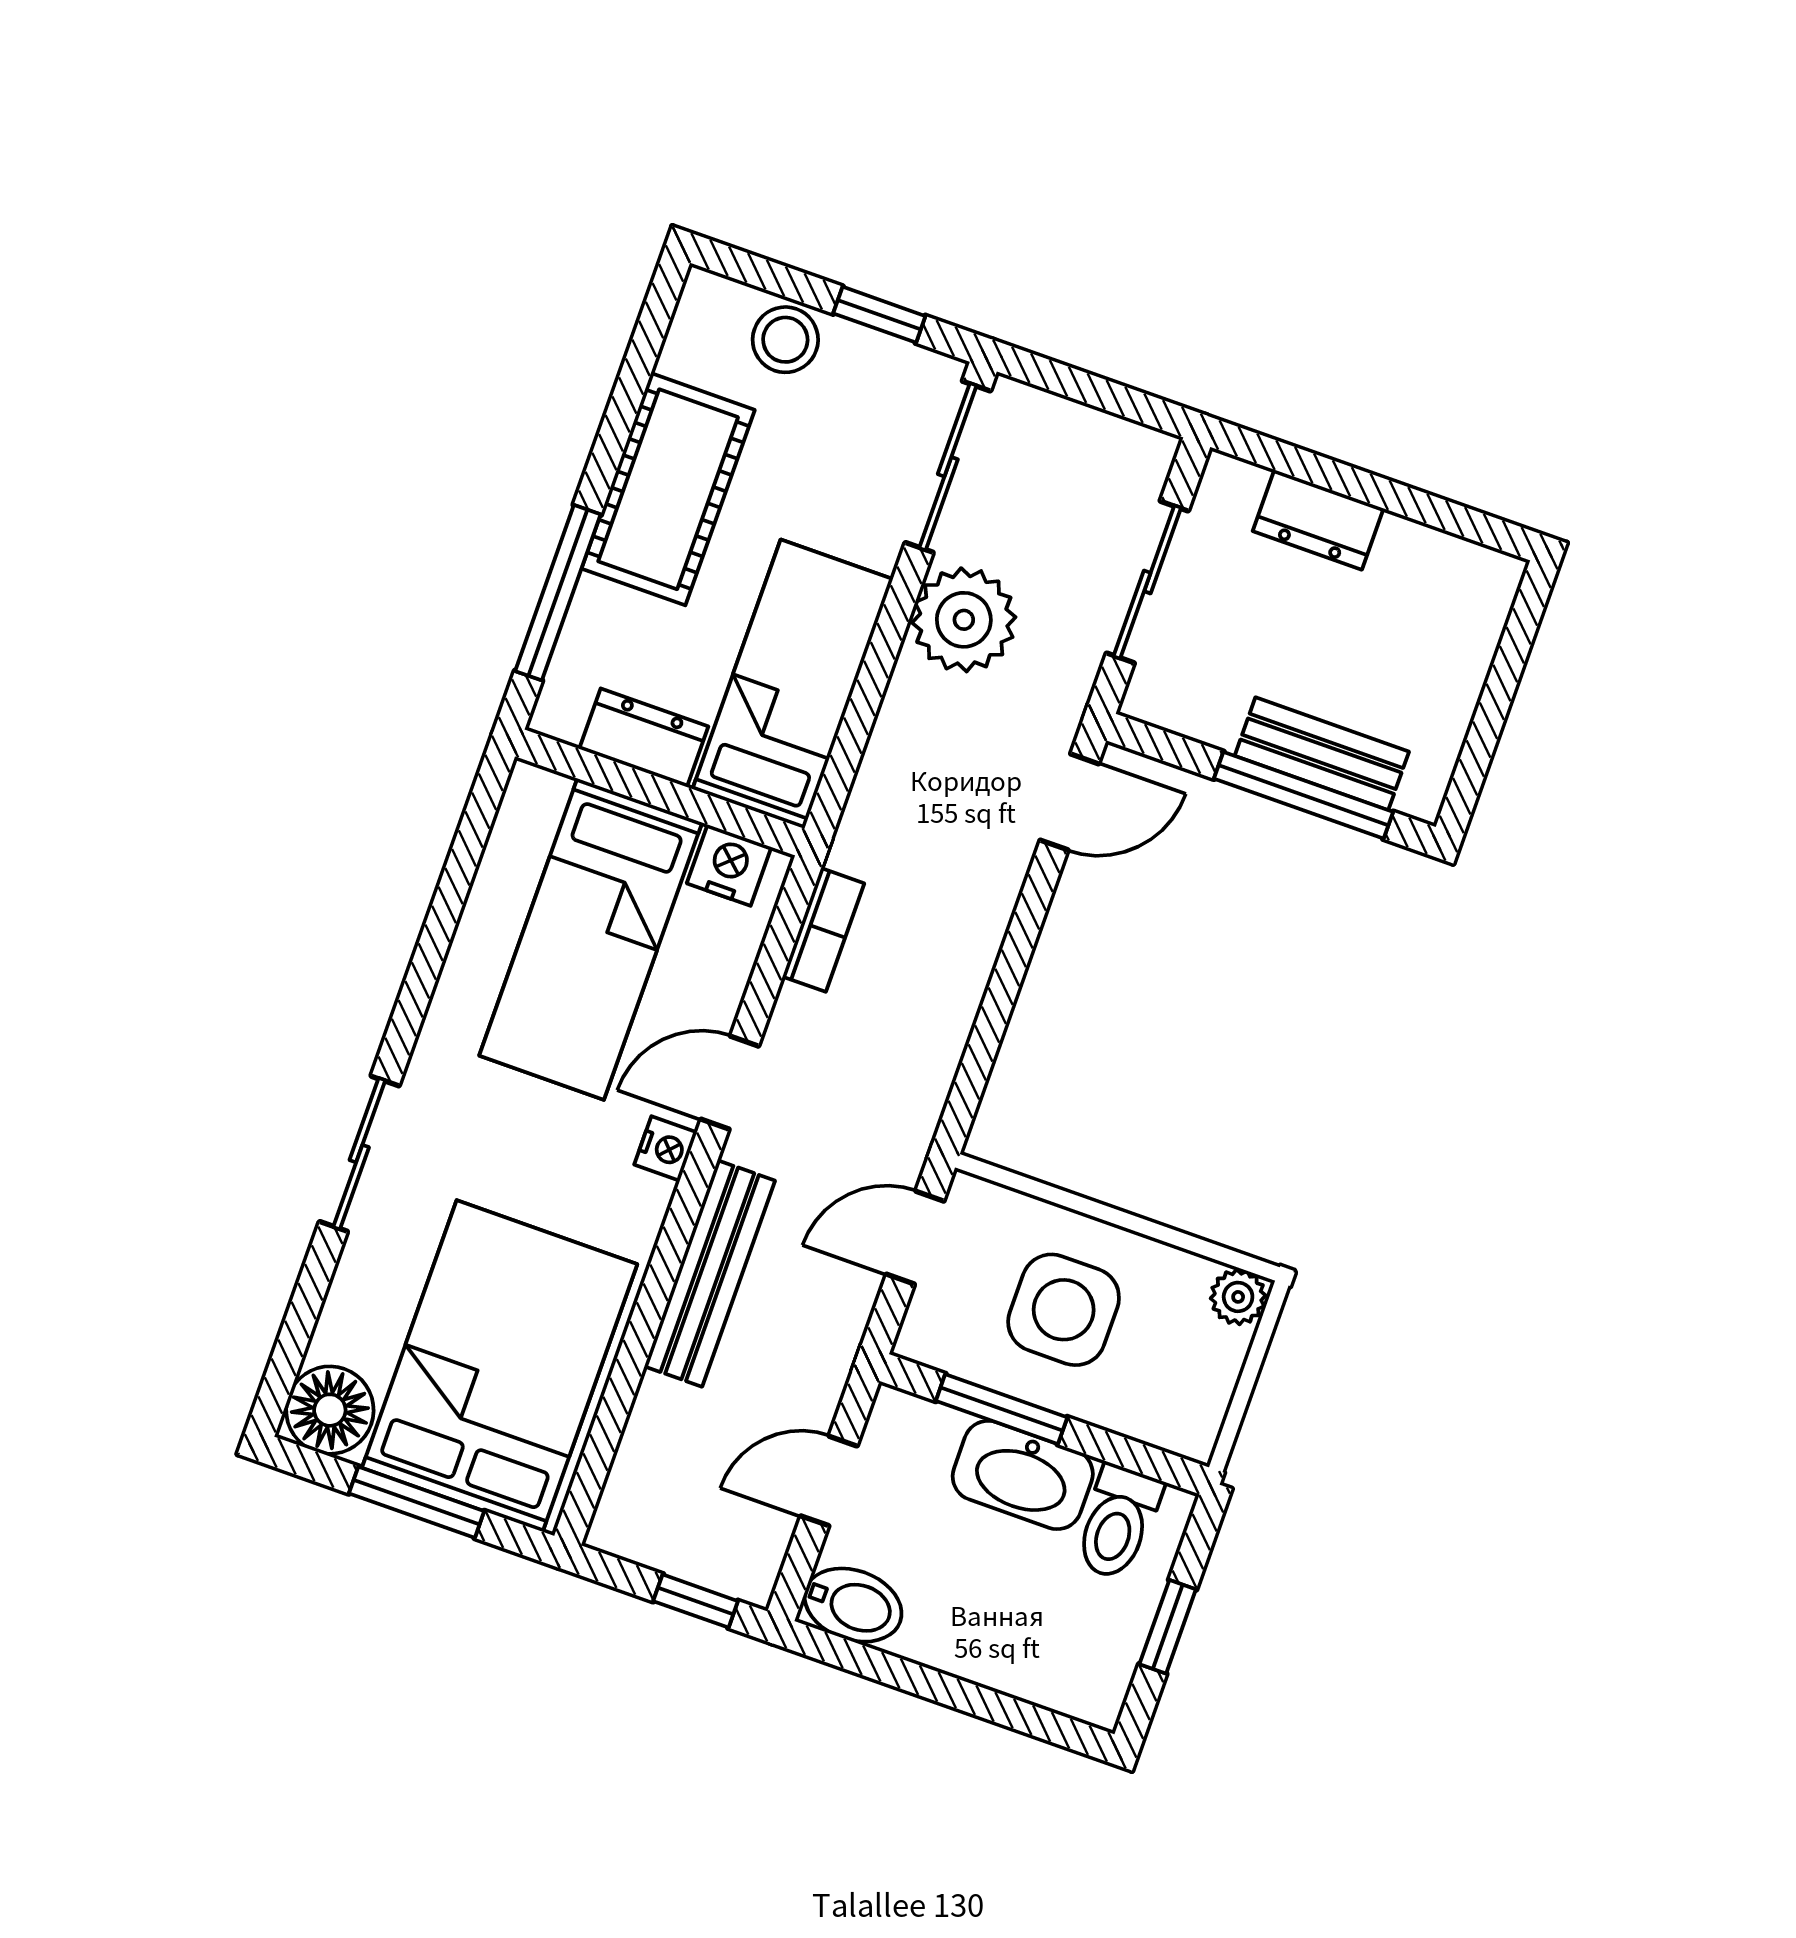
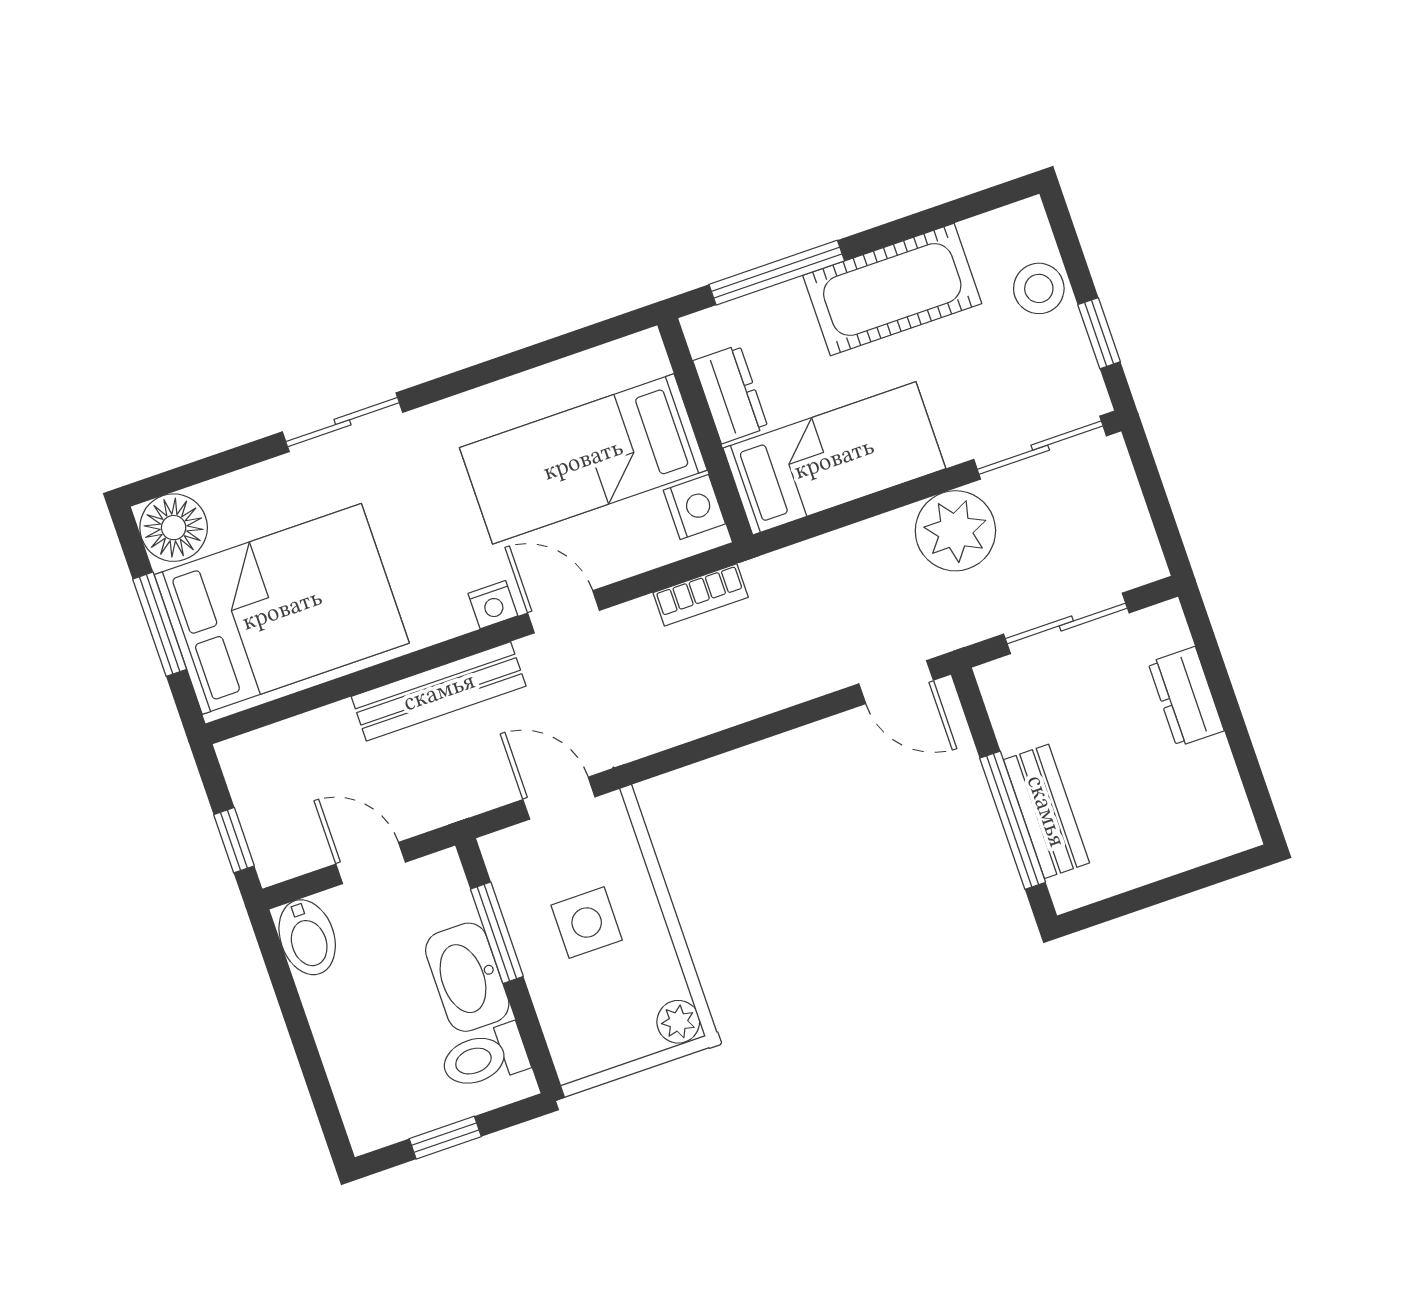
side table: (1064, 1310) -> (587, 923), width x0.73, depth x0.73

